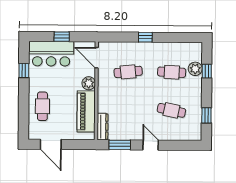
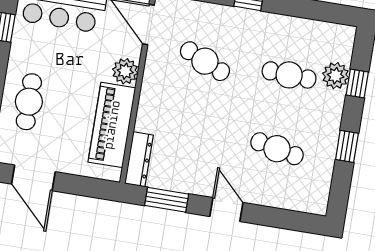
cafe table: (128, 72) -> (205, 61), turned 30
window: (206, 115) -> (347, 146), moved

